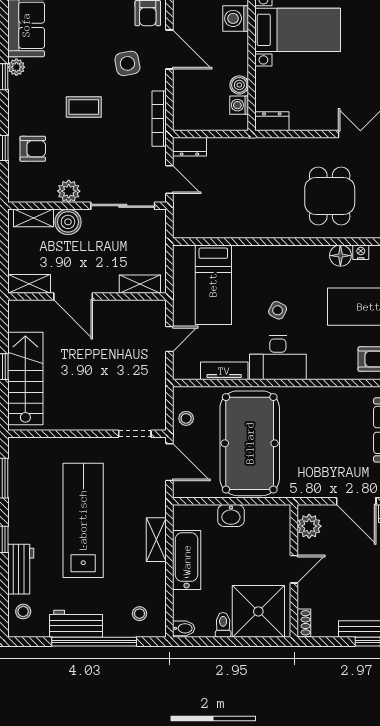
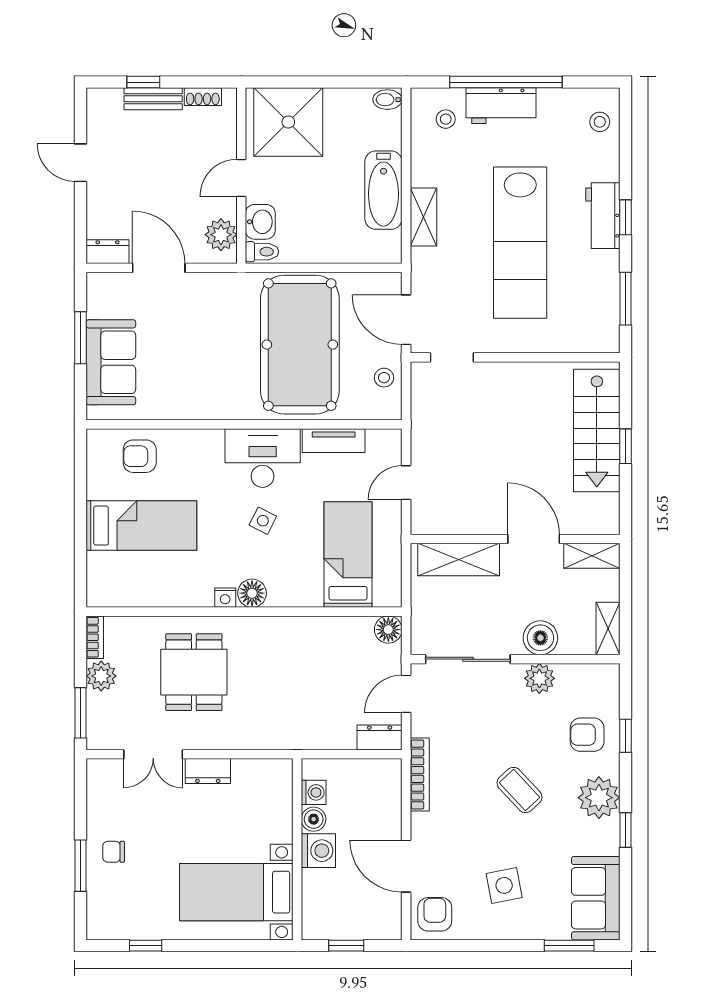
washing machine: (236, 18) -> (318, 851), moved
side table: (127, 63) -> (504, 885), moved
plant: (16, 67) -> (599, 798), moved, width x1.87, depth x1.87
coffee table: (84, 107) -> (519, 790), turned 47
dresser: (272, 121) -> (208, 771), moved
door: (169, 180) -> (406, 694), hinge flipped
shelving: (33, 218) -> (608, 629), moved, turned 90
floor lamp: (183, 228) -> (388, 630), added
nightstand: (361, 252) -> (225, 598), moved
floor lamp: (340, 256) -> (252, 593), moved
shelving: (140, 284) -> (459, 559), width x1.50, depth x1.33
washbasin: (231, 516) -> (260, 222), moved, turned 90
workbench: (21, 569) -> (603, 216), moved
shoe rack: (304, 623) -> (203, 97), moved, turned -90
workbench: (76, 624) -> (501, 106), moved
toilet: (223, 625) -> (262, 252), moved, turned -90

